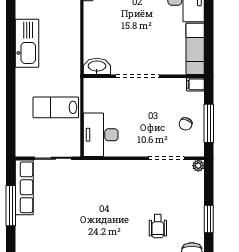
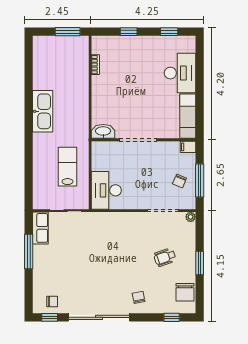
lab bench: (56, 107) -> (67, 167), turned 90
row of seats: (24, 187) -> (40, 228), width x0.68
wheelchair: (158, 226) -> (165, 257), moved, turned 71

